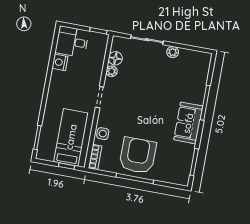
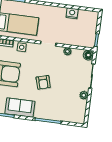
desk: (72, 42) -> (88, 21), removed
floor lamp: (115, 58) -> (88, 55), moved
armchair: (152, 107) -> (43, 82), added
sofa: (188, 123) -> (20, 108), moved

